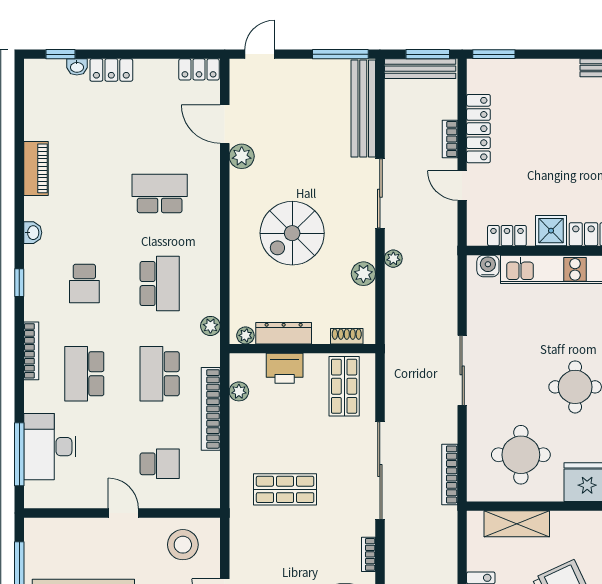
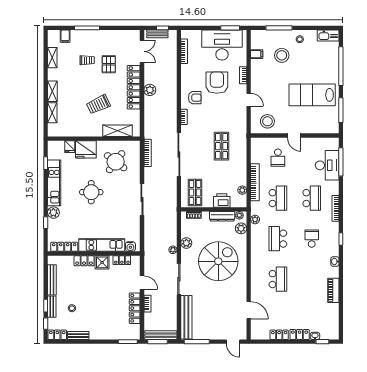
door: (260, 54) -> (233, 342), hinge flipped
locker: (199, 69) -> (279, 335), moved
plant: (242, 156) -> (241, 228), moved
school desk: (160, 193) -> (278, 279), turned -90
spiral stairs: (292, 233) -> (218, 261), width x1.37, depth x1.37
round table: (521, 455) -> (116, 162), turned 37
school desk: (160, 464) -> (278, 158), turned -90
shop shelf: (285, 489) -> (222, 146), turned 90

